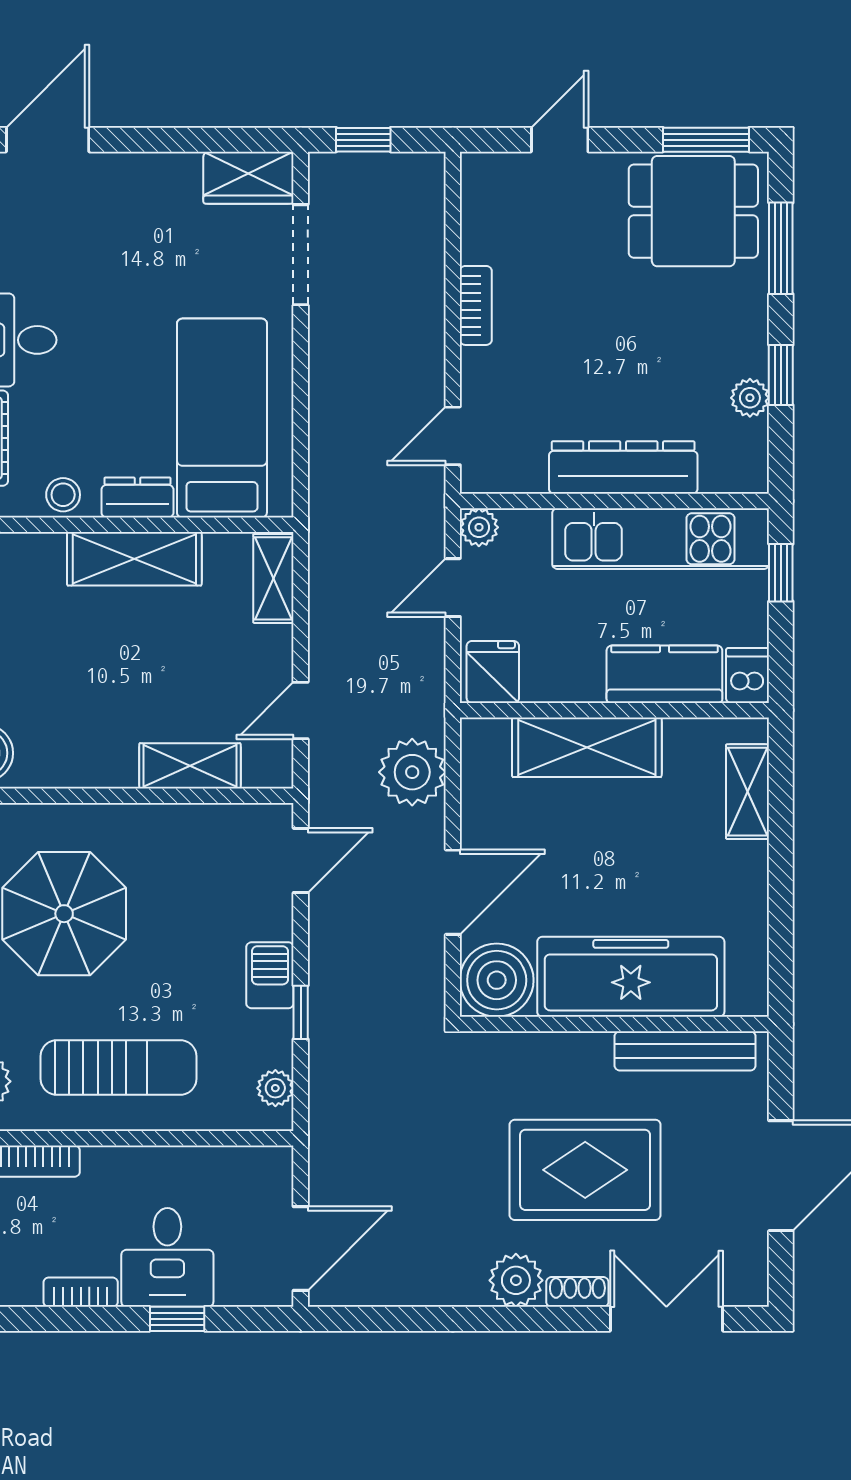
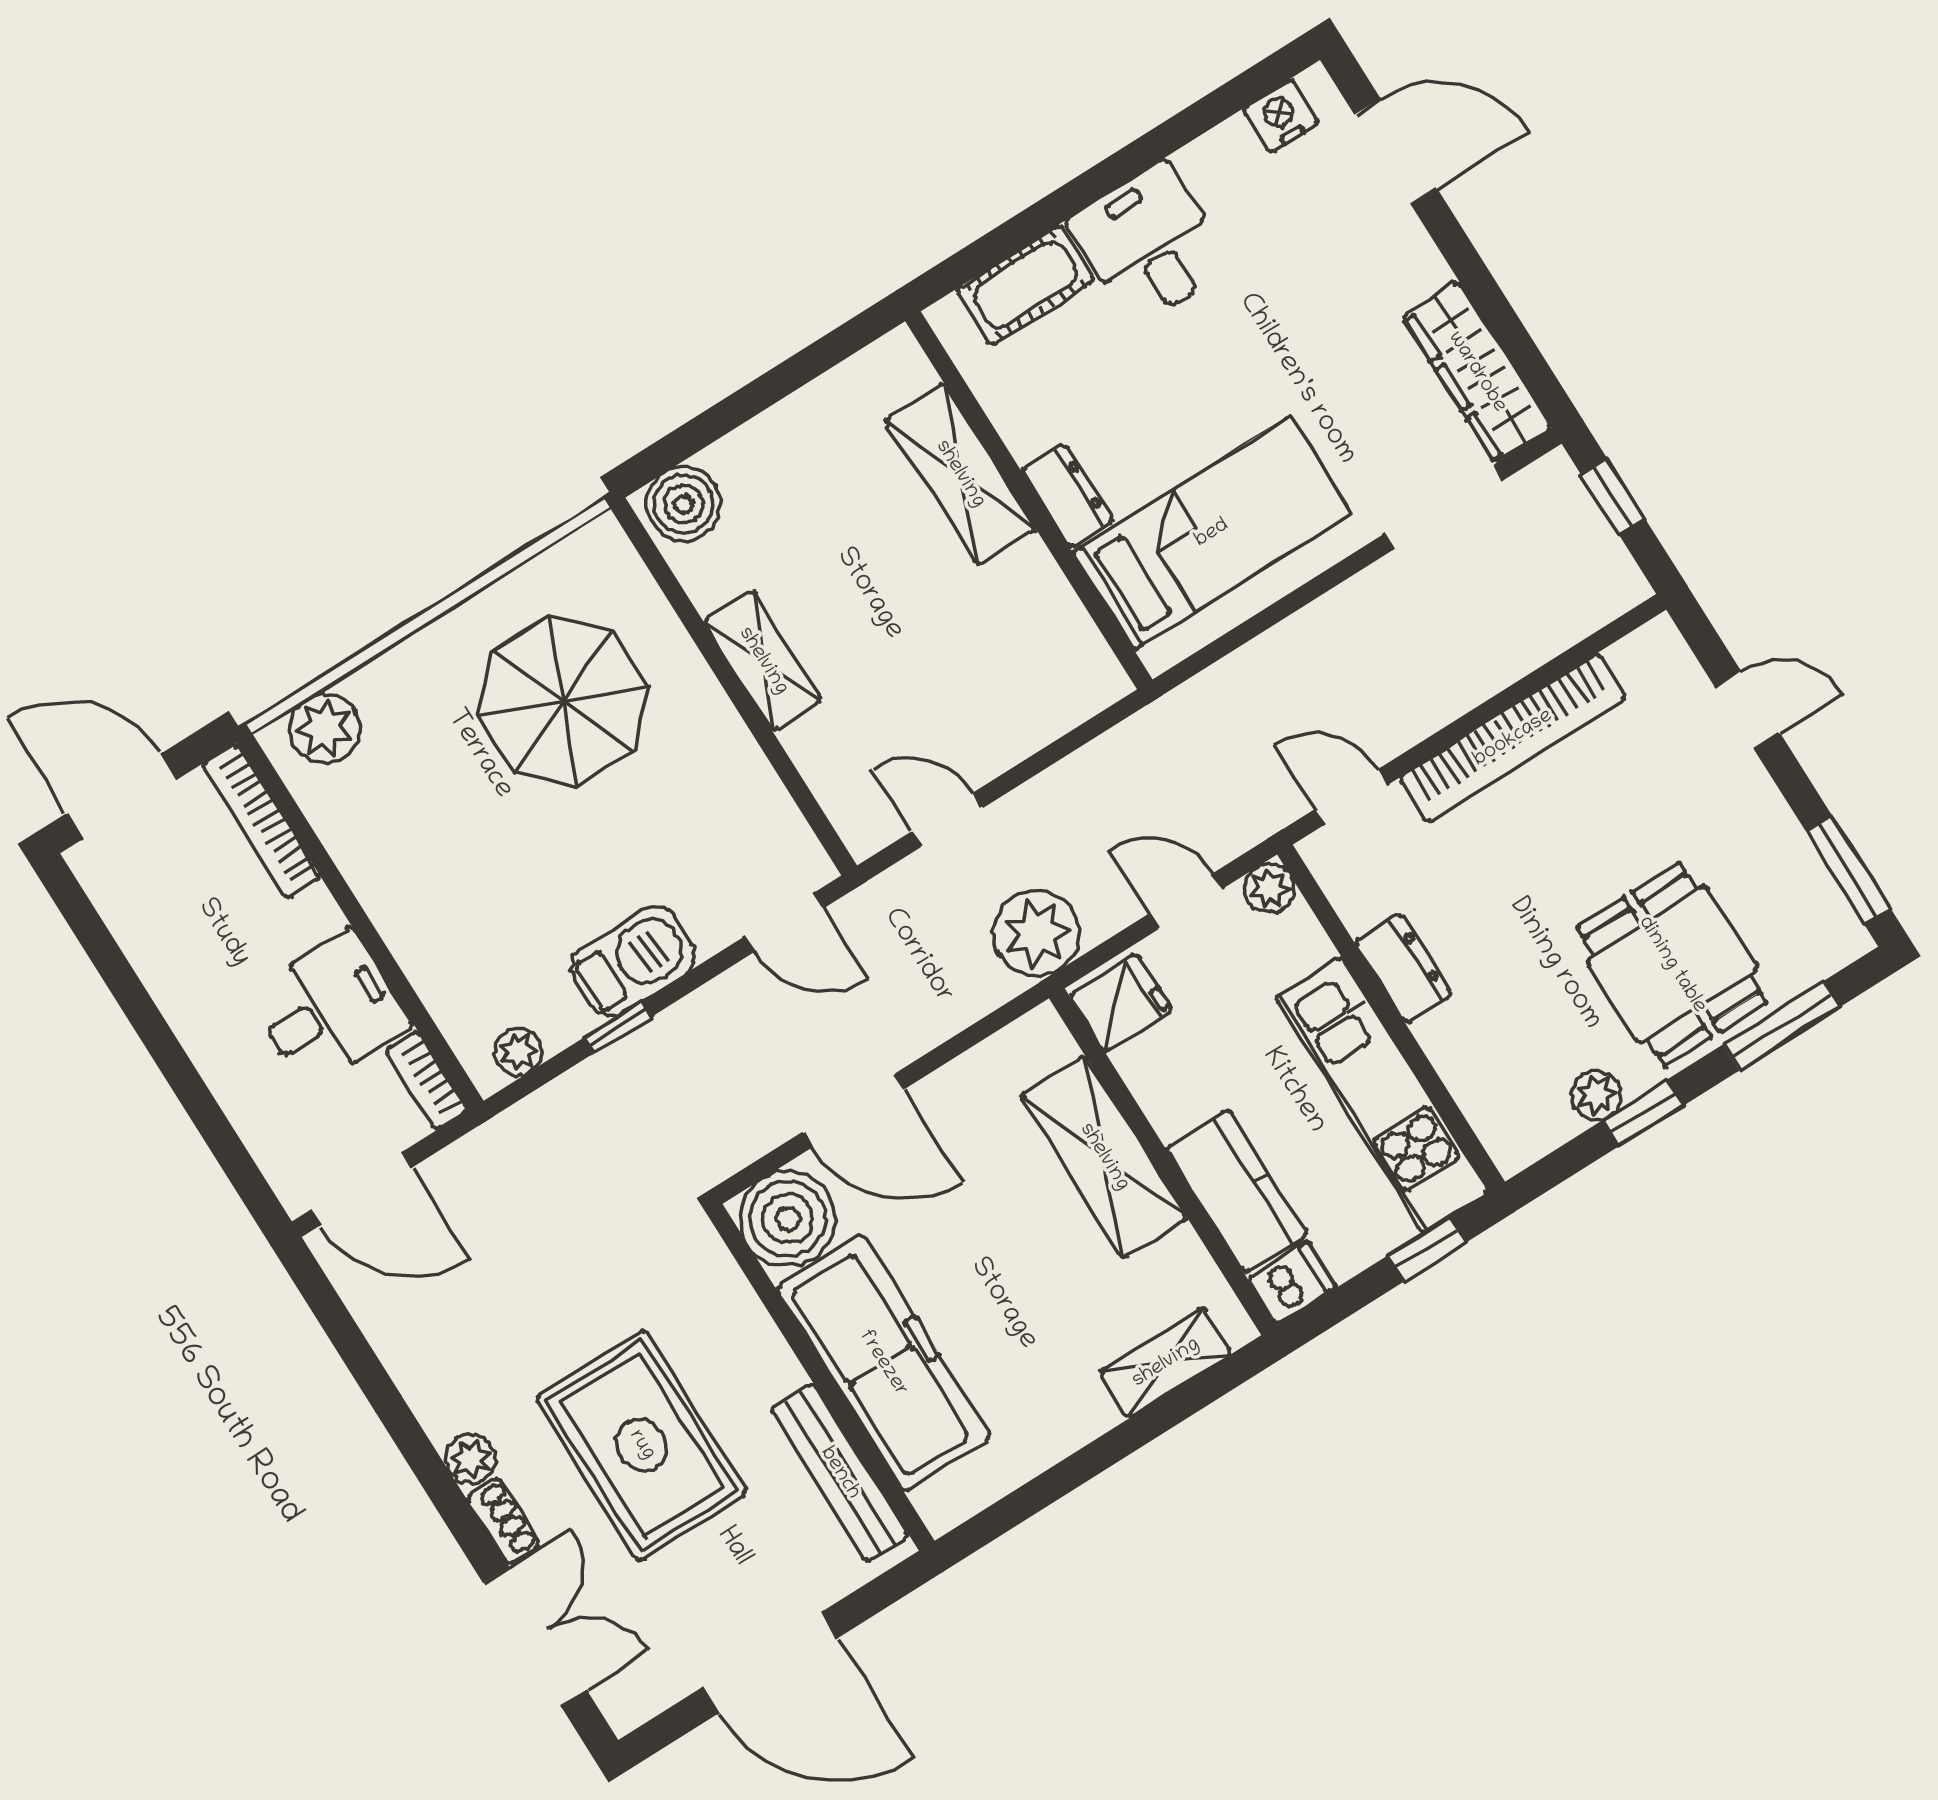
wardrobe: (248, 178) -> (1477, 372), width x1.50
dining table: (693, 211) -> (1672, 965), moved
bookcase: (476, 305) -> (1513, 738), width x2.31, depth x1.31
dresser: (623, 467) -> (1403, 968), width x0.51, depth x0.80
stool: (63, 495) -> (1019, 412), removed
shelving: (134, 559) -> (960, 474), moved
shelving: (273, 578) -> (1072, 699), removed
shelving: (190, 766) -> (763, 661), moved
plant: (412, 772) -> (1037, 933), moved
barbecue: (270, 975) -> (633, 961), width x1.38, depth x1.27
sun lounger: (118, 1068) -> (433, 866), removed
desk: (167, 1257) -> (329, 1010), moved, turned 180
plant: (516, 1280) -> (471, 1459), width x0.73, depth x0.73
bookcase: (81, 1292) -> (426, 1080), moved, turned 180
window: (177, 1319) -> (199, 1103), removed

